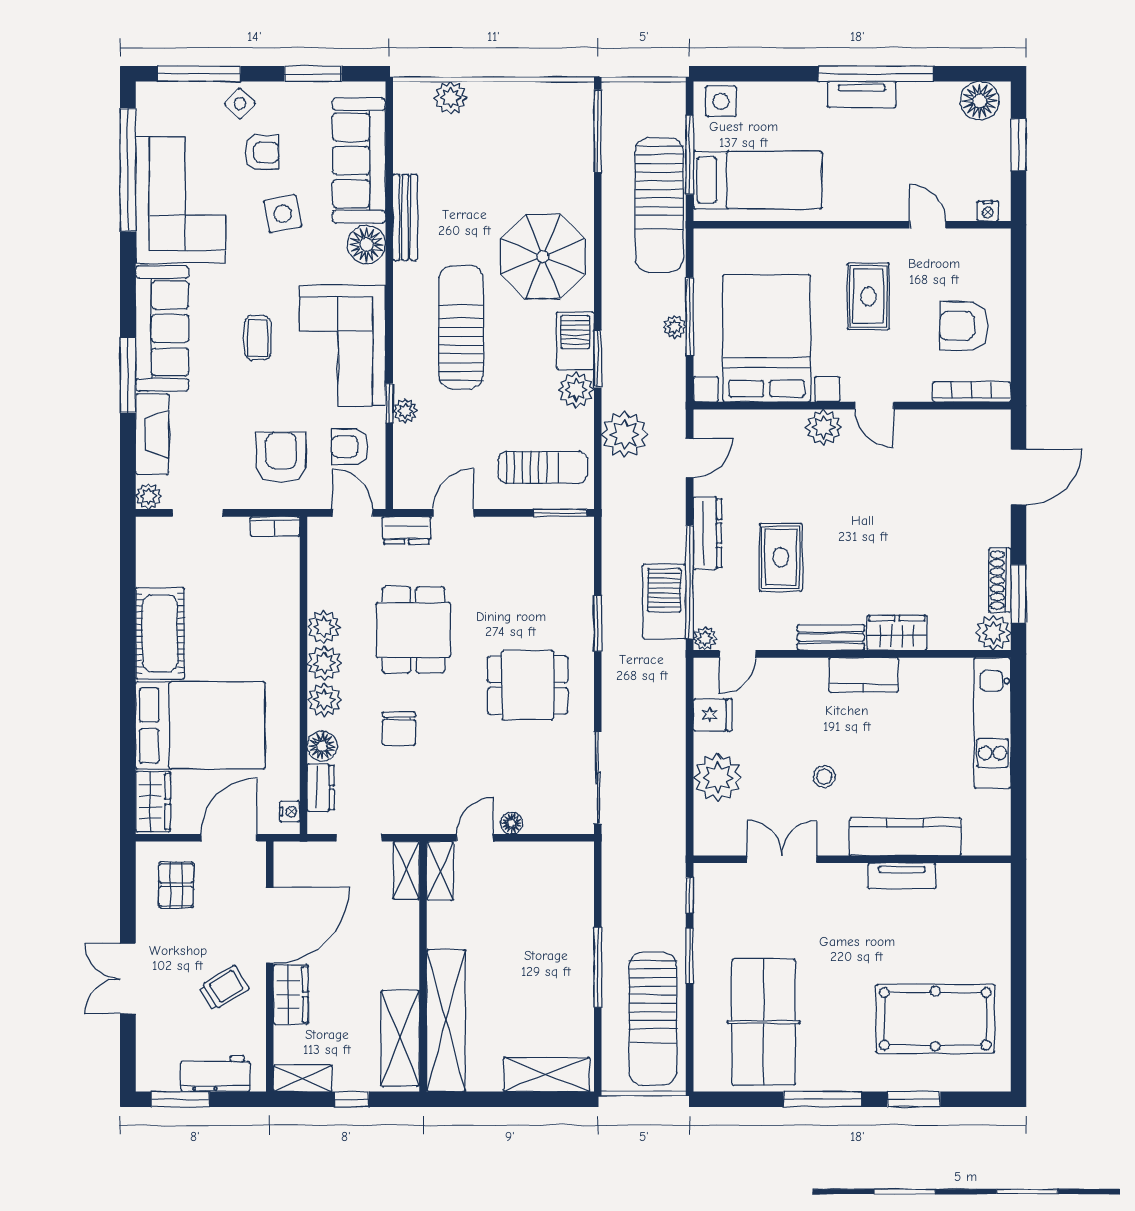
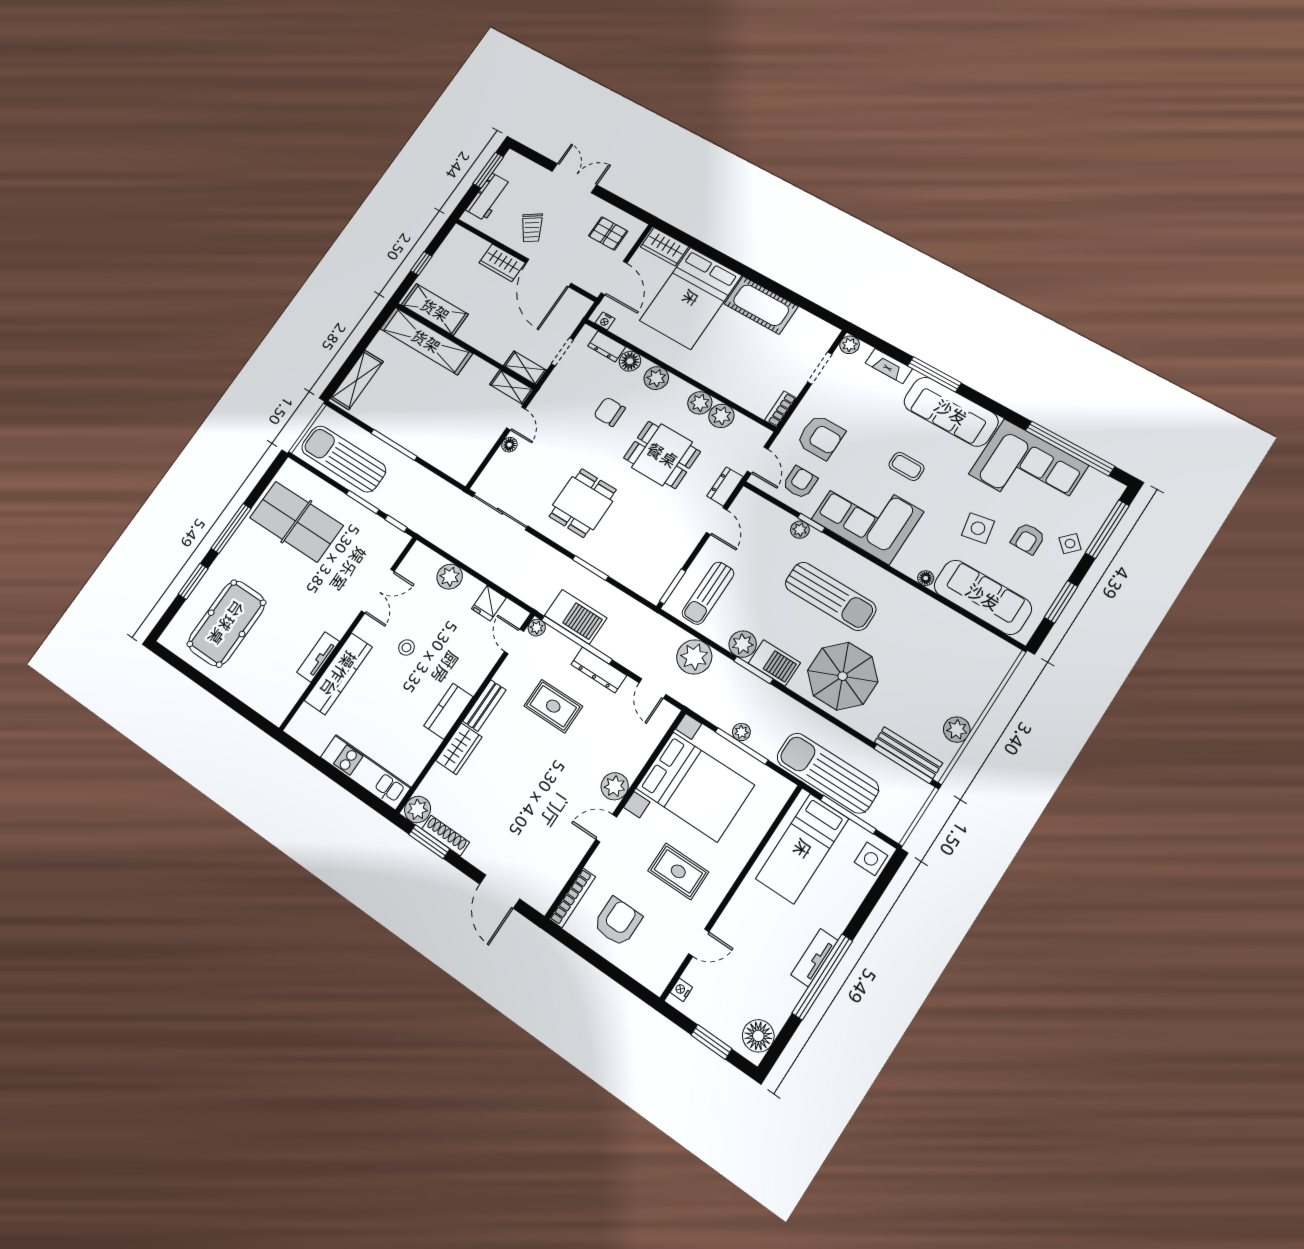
plant: (450, 98) -> (957, 730), moved
bench: (405, 217) -> (908, 753), moved
floor lamp: (367, 244) -> (926, 578), width x0.53, depth x0.53
fireplace: (152, 434) -> (889, 366), width x0.73, depth x0.76
door: (352, 513) -> (758, 460), hinge flipped
plant: (324, 663) -> (721, 416), moved
plant: (718, 778) -> (450, 577), width x0.73, depth x0.73
shelving: (303, 1078) -> (452, 243), removed

